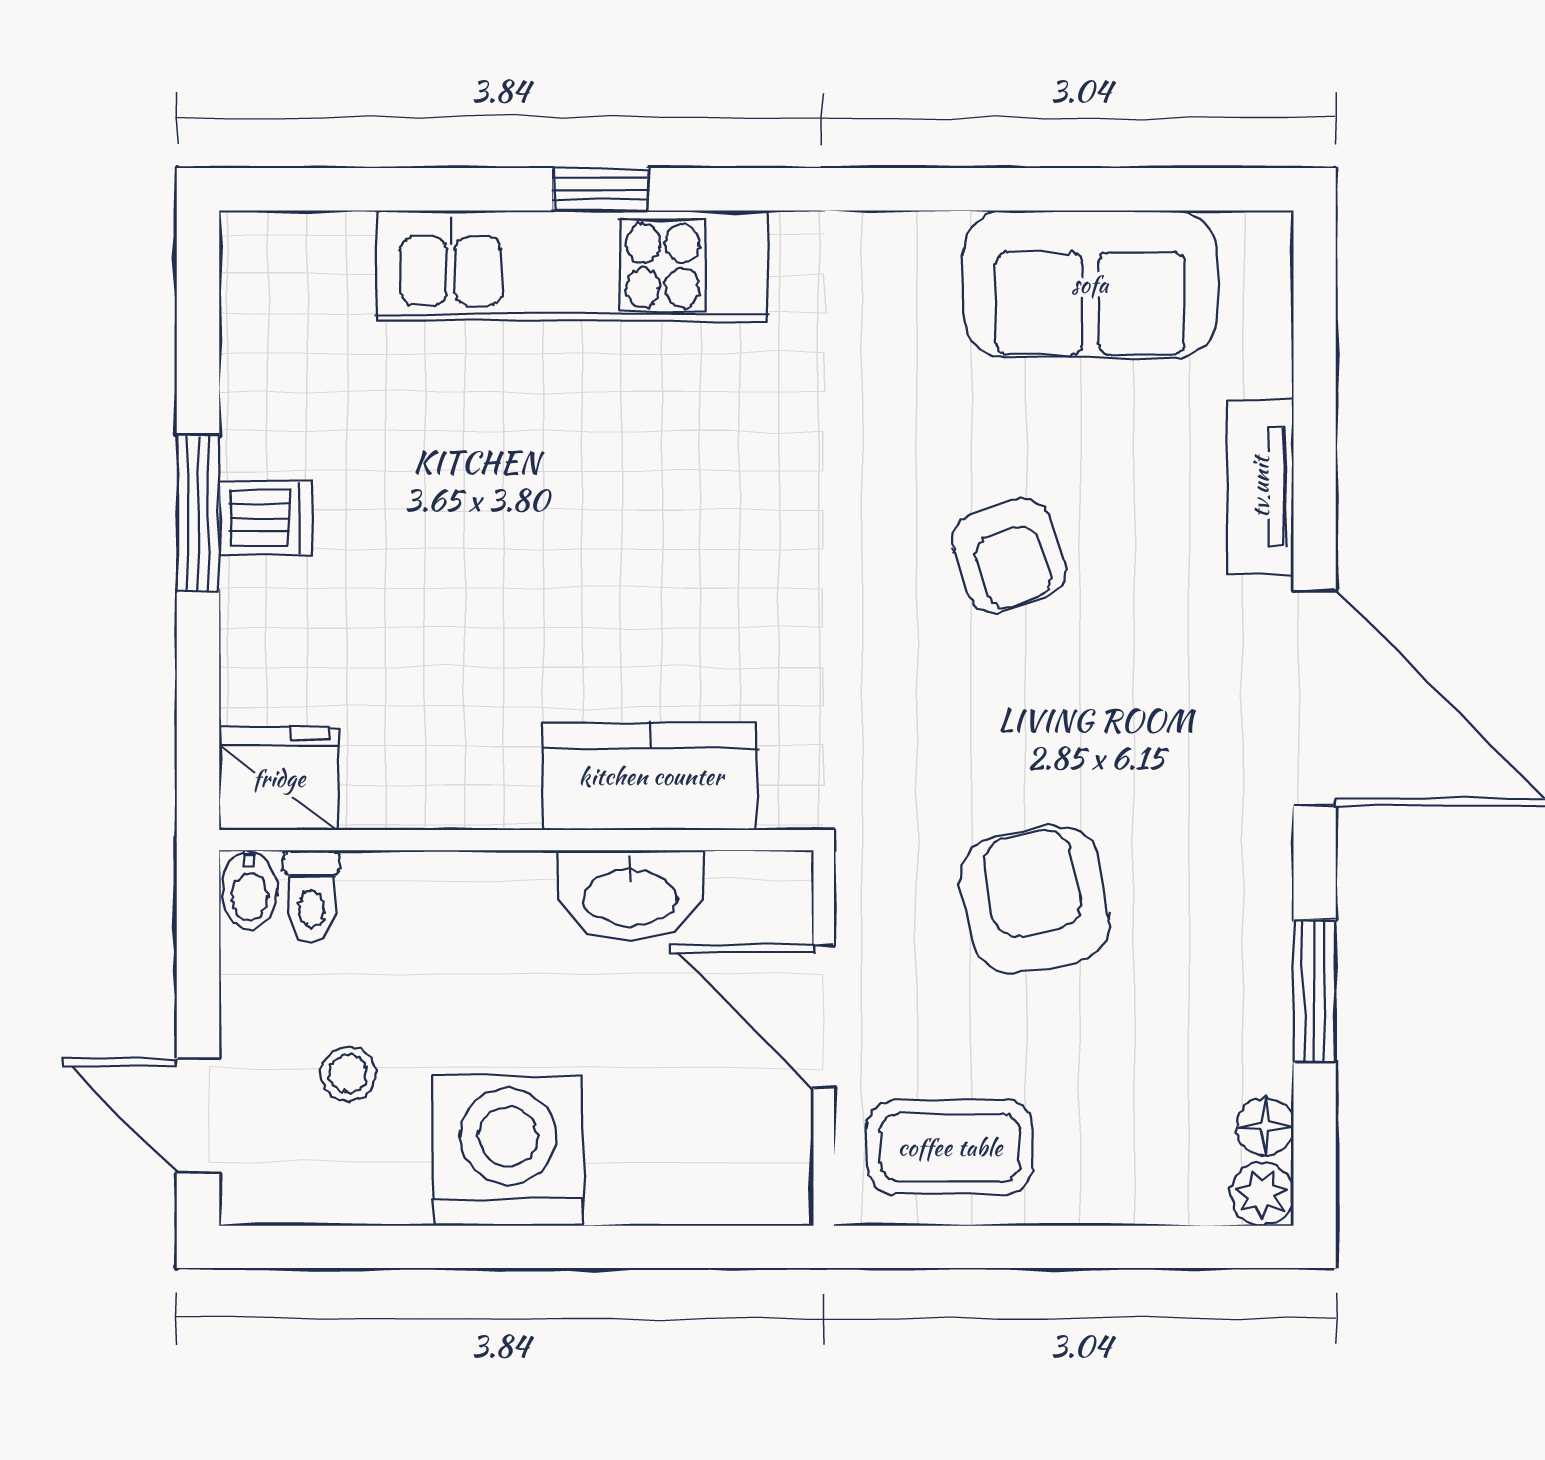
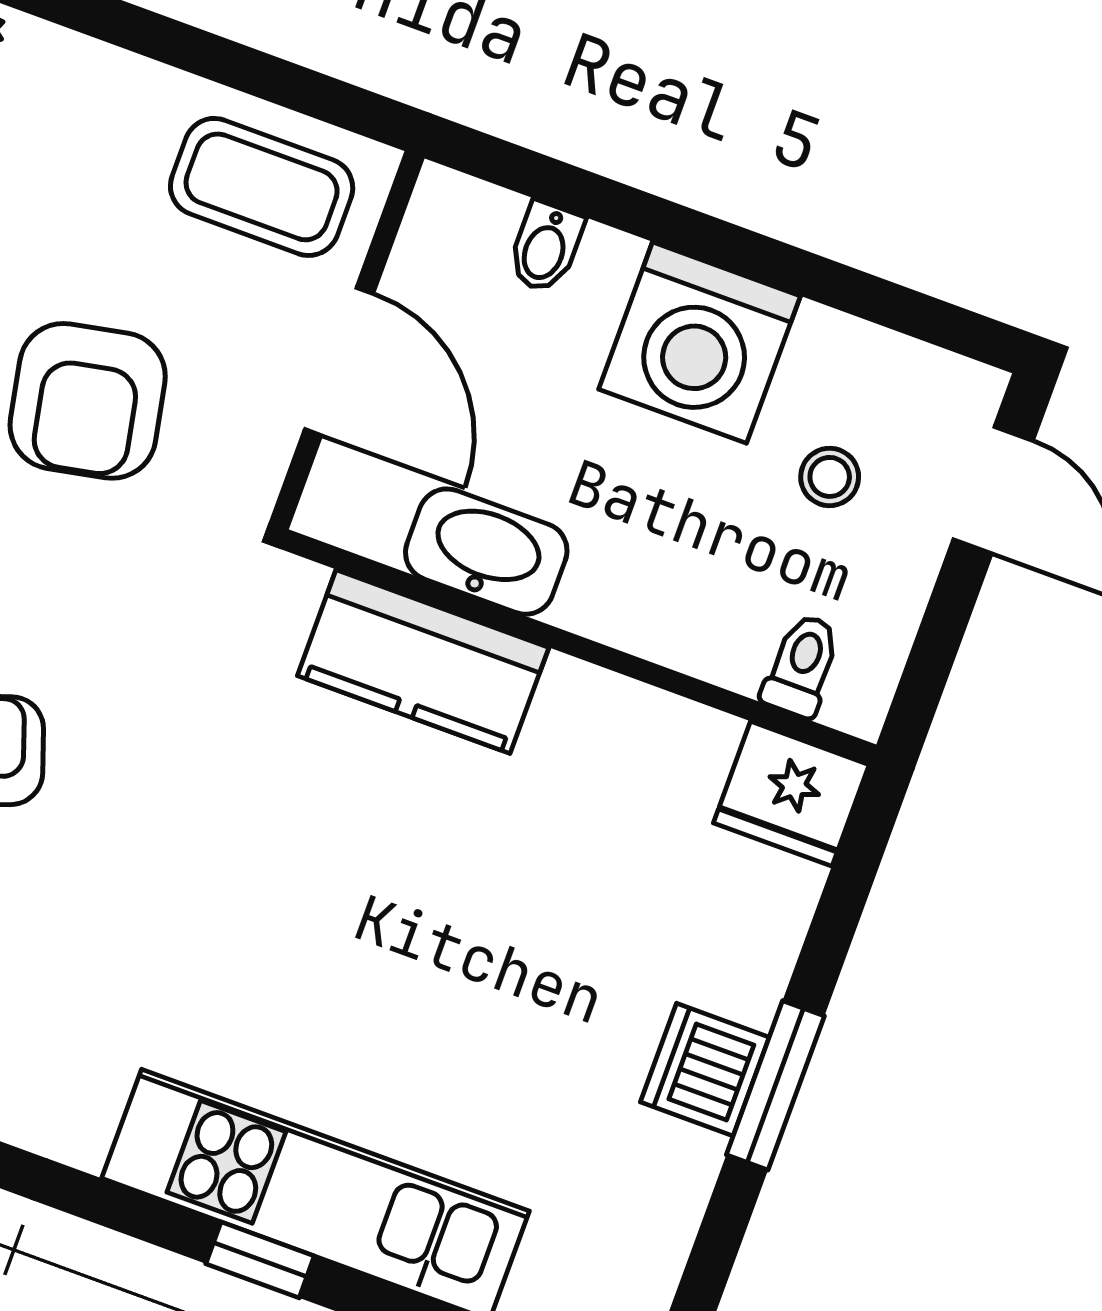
dishwasher: (266, 518) -> (705, 1070), width x1.38
bidet: (249, 890) -> (546, 247), moved, turned 180

